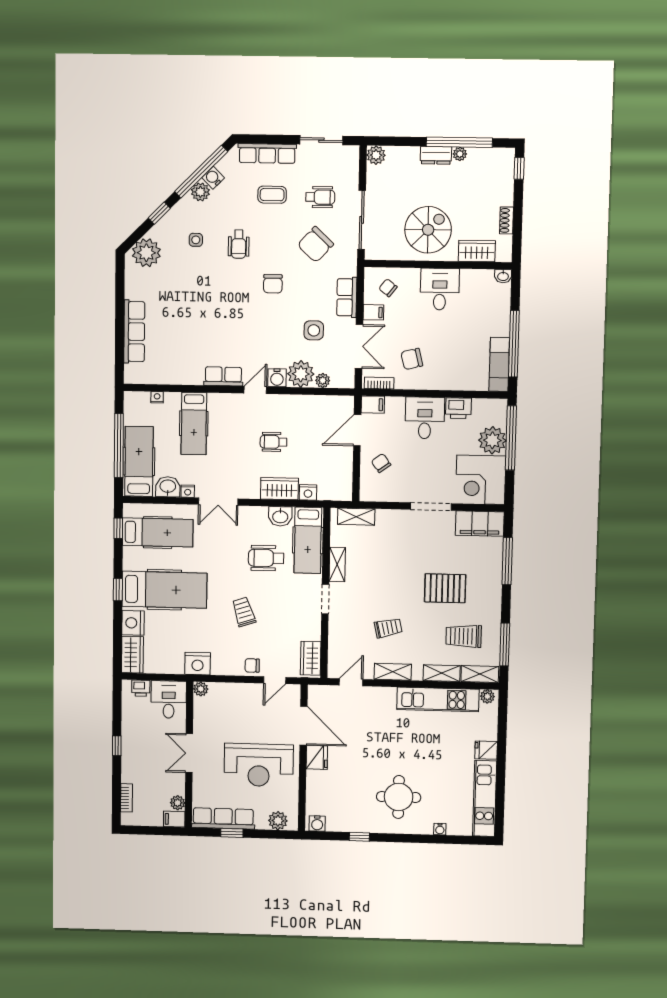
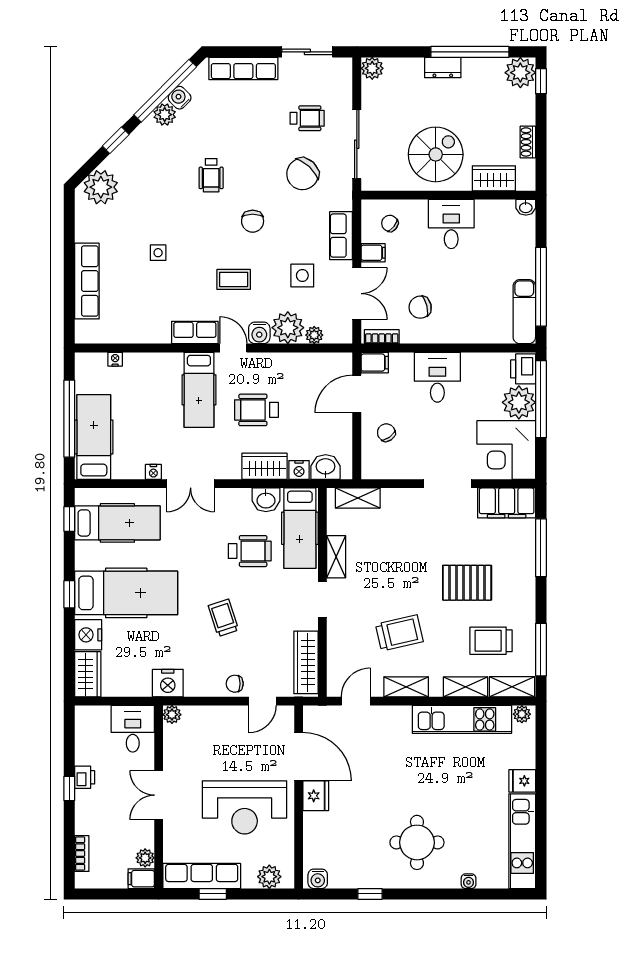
plant: (460, 154) -> (520, 73), moved, width x1.88, depth x1.88
coffee table: (272, 195) -> (234, 279), moved
side table: (196, 240) -> (158, 253), moved
door: (255, 390) -> (233, 348), hinge flipped
printer: (458, 408) -> (523, 369), moved, turned 90
hospital bed: (194, 423) -> (199, 390), moved
wheelchair: (274, 442) -> (256, 410), width x1.36, depth x1.37
washbasin: (168, 487) -> (326, 467), moved
wheelchair: (266, 558) -> (250, 551), turned 180
trolley: (388, 628) -> (399, 633), width x1.36, depth x1.39
wardrobe: (311, 658) -> (306, 662), width x1.50
printer: (141, 688) -> (85, 777), moved, turned -90

